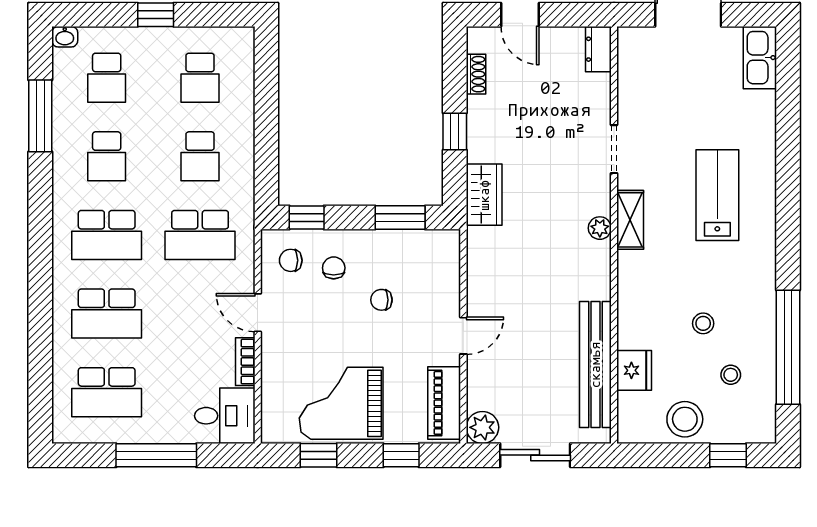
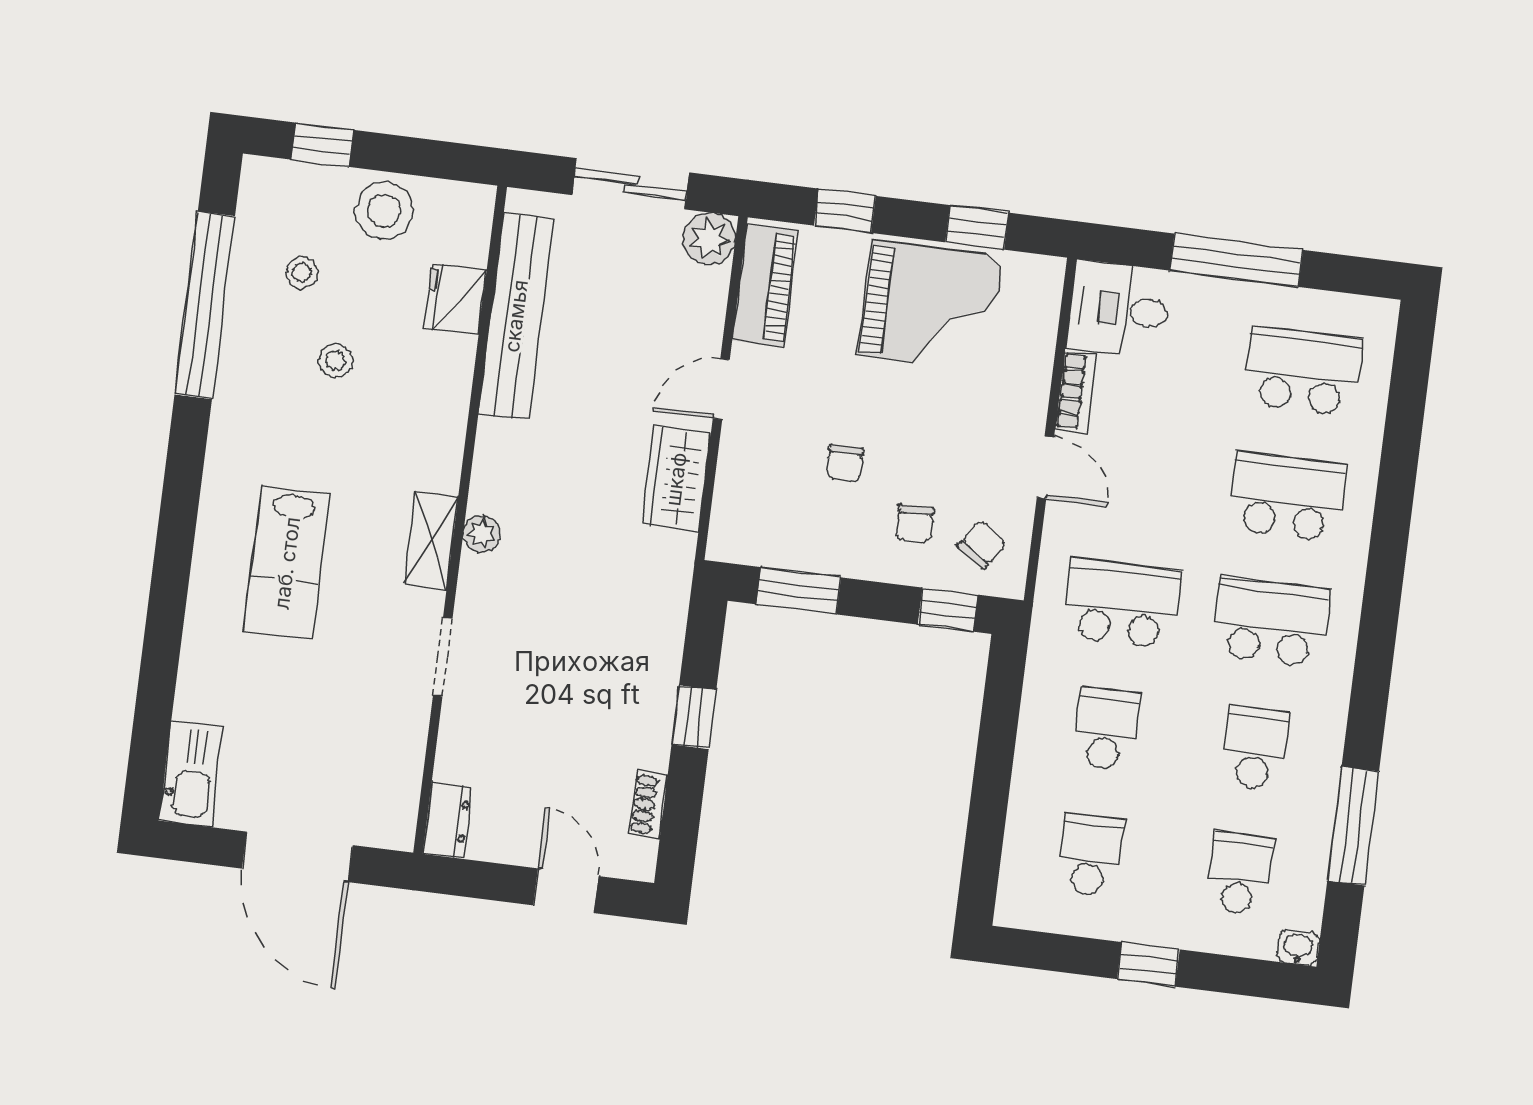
wardrobe: (484, 195) -> (676, 479), moved
chair: (291, 260) -> (982, 544), turned -55
chair: (381, 300) -> (845, 463), turned 90

